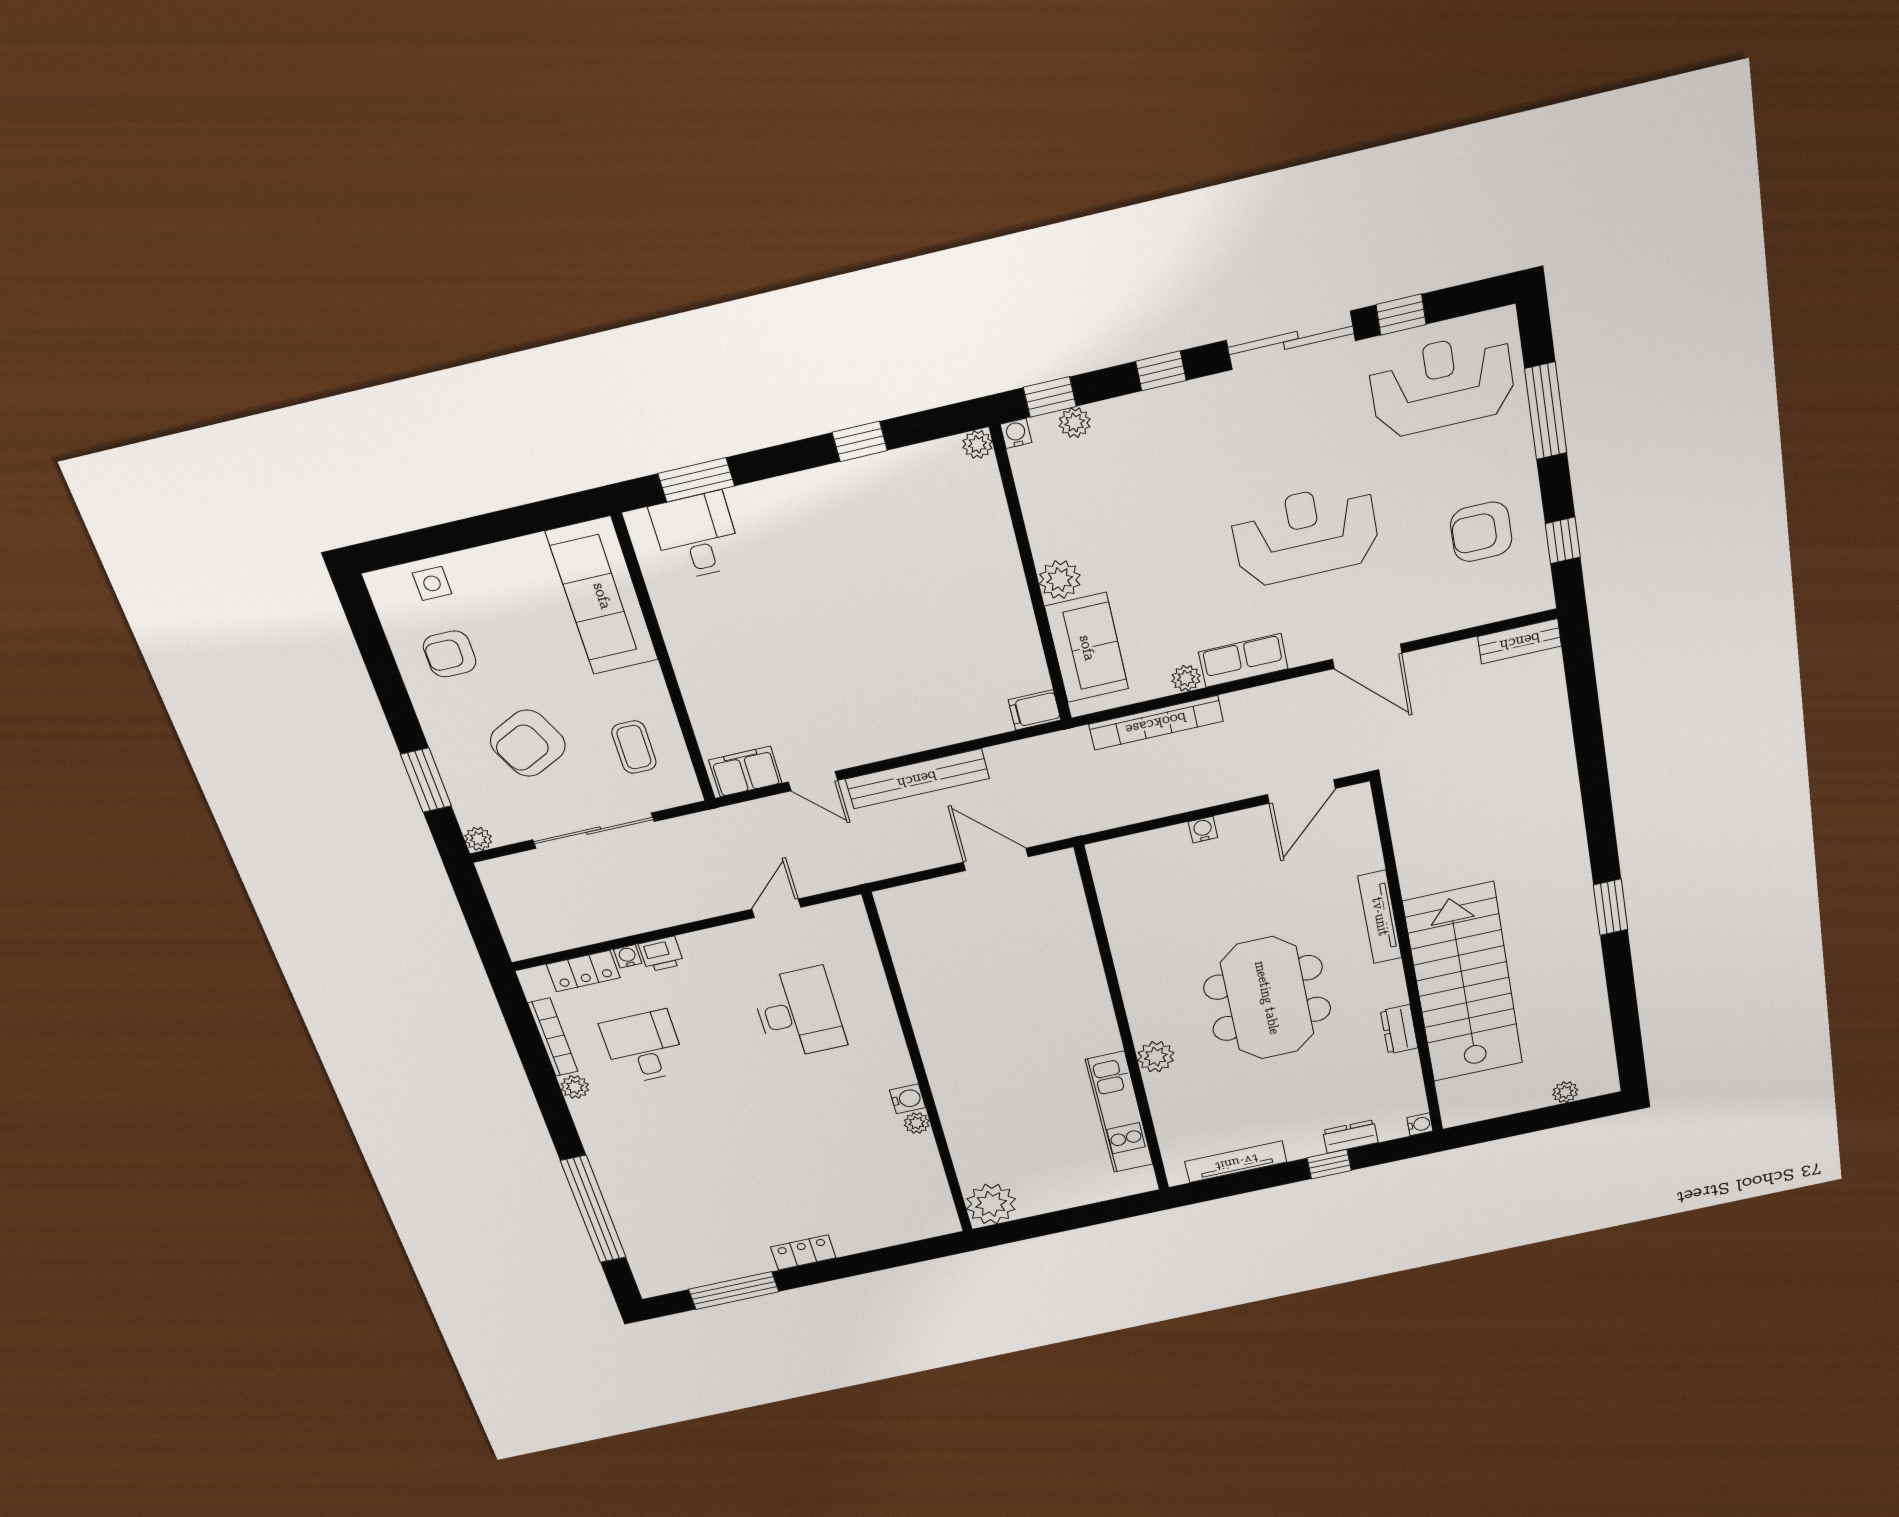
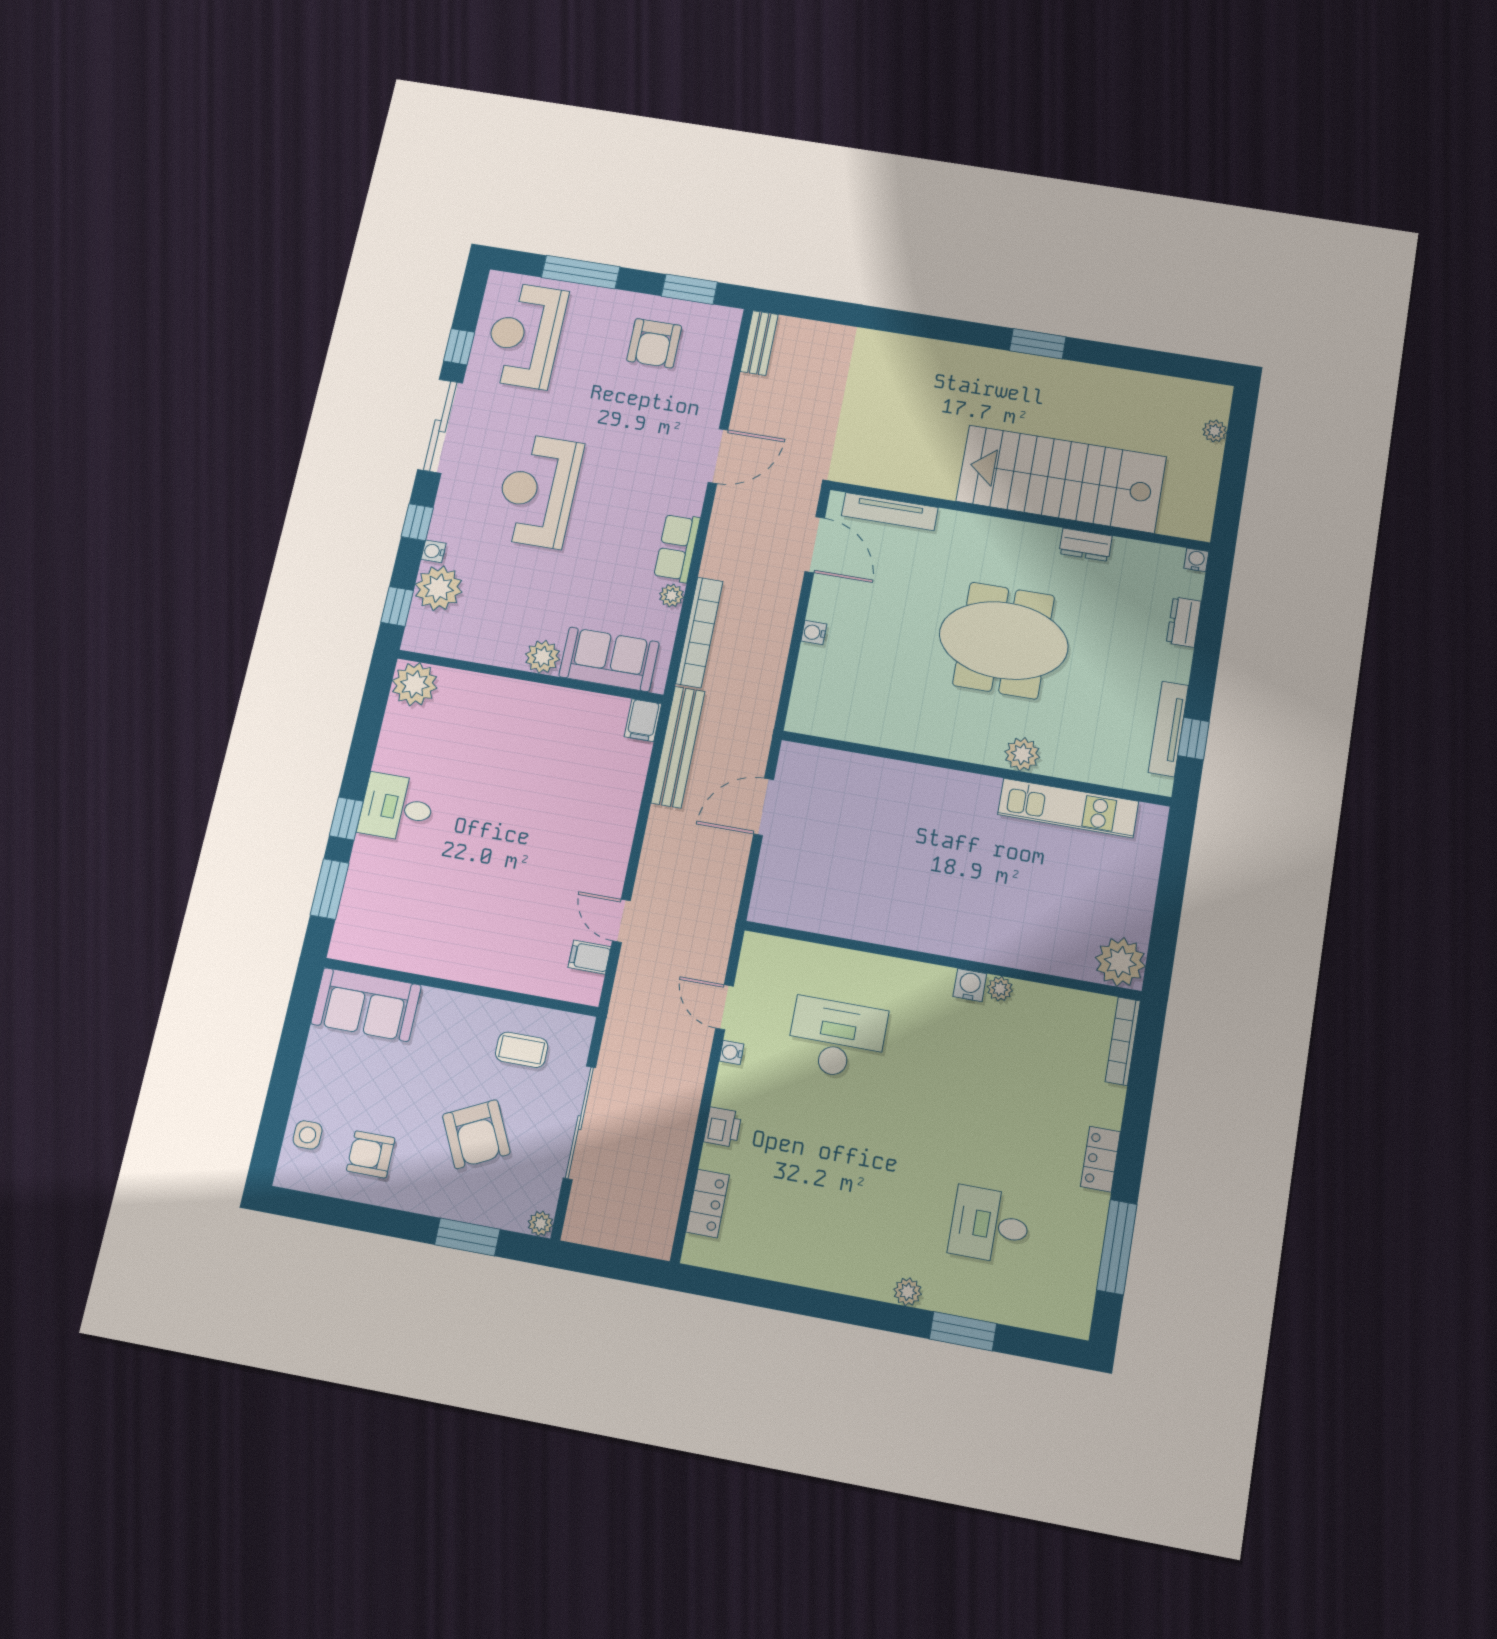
plant: (1075, 423) -> (439, 588), width x1.87, depth x1.87
water cooler: (1016, 433) -> (434, 551), moved
window: (860, 441) -> (346, 819), moved
plant: (978, 444) -> (415, 684), width x1.88, depth x1.88
reception desk: (1305, 534) -> (538, 491), moved
desk: (696, 536) -> (397, 808), moved
window: (1563, 540) -> (689, 289), width x1.50
sofa: (602, 596) -> (366, 1005), width x0.73
armchair: (450, 654) -> (371, 1154), turned 90
filing cabinet: (745, 772) -> (590, 957), width x0.50
bench: (917, 779) -> (678, 747), moved
door: (813, 781) -> (621, 921), swing flipped
tv unit: (1380, 917) -> (890, 512), moved
water cooler: (628, 956) -> (732, 1053), moved
bookcase: (553, 1037) -> (1123, 1041), moved, turned -90
desk: (644, 1047) -> (990, 1225), moved
plant: (575, 1087) -> (908, 1292), moved
window: (1329, 1164) -> (1194, 739), moved
window: (593, 1209) -> (963, 1331), width x0.47

